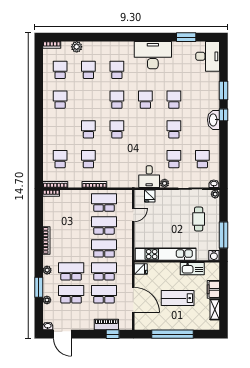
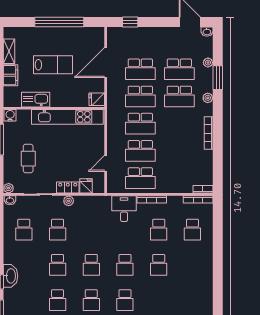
school desk: (60, 100) -> (91, 265), moved
desk: (149, 177) -> (124, 209), moved
locker: (165, 195) -> (68, 188), added
door: (133, 300) -> (106, 63), hinge flipped
piano: (106, 325) -> (137, 33), removed

